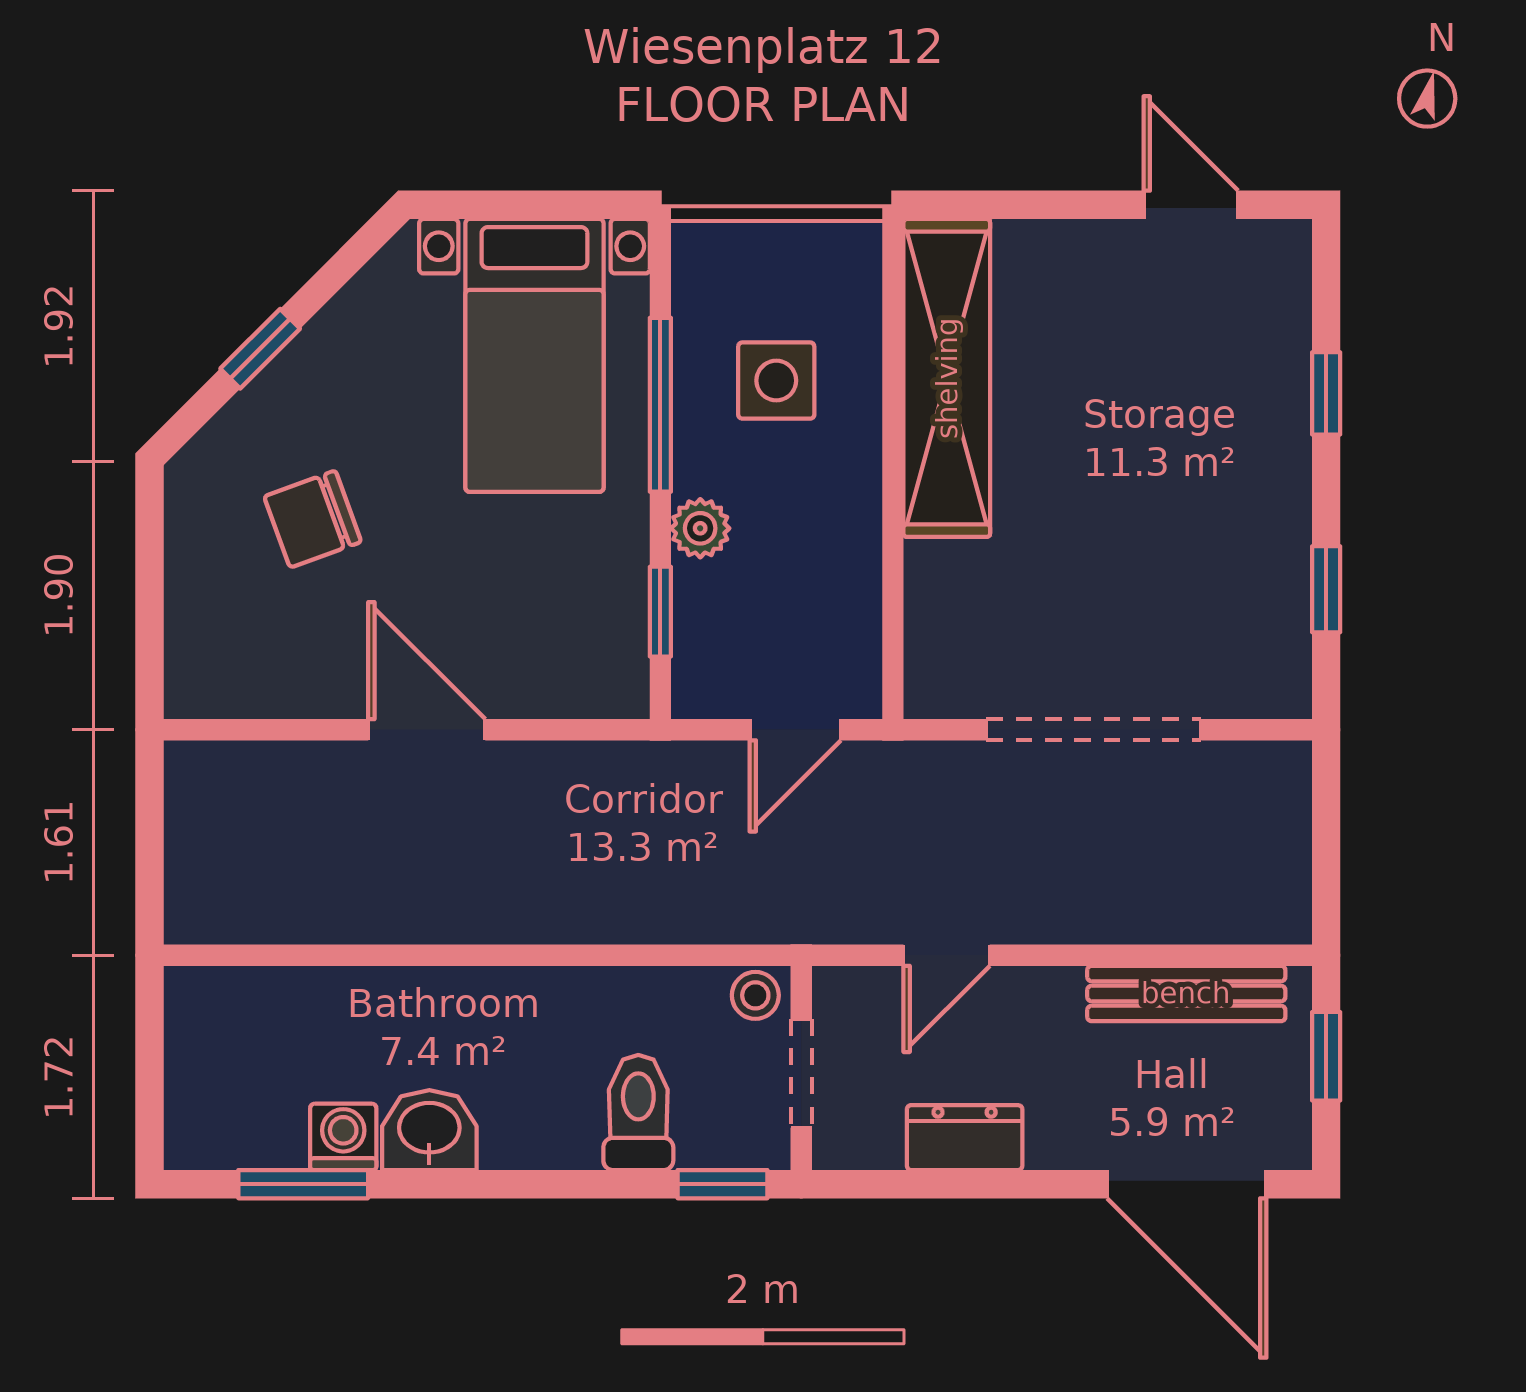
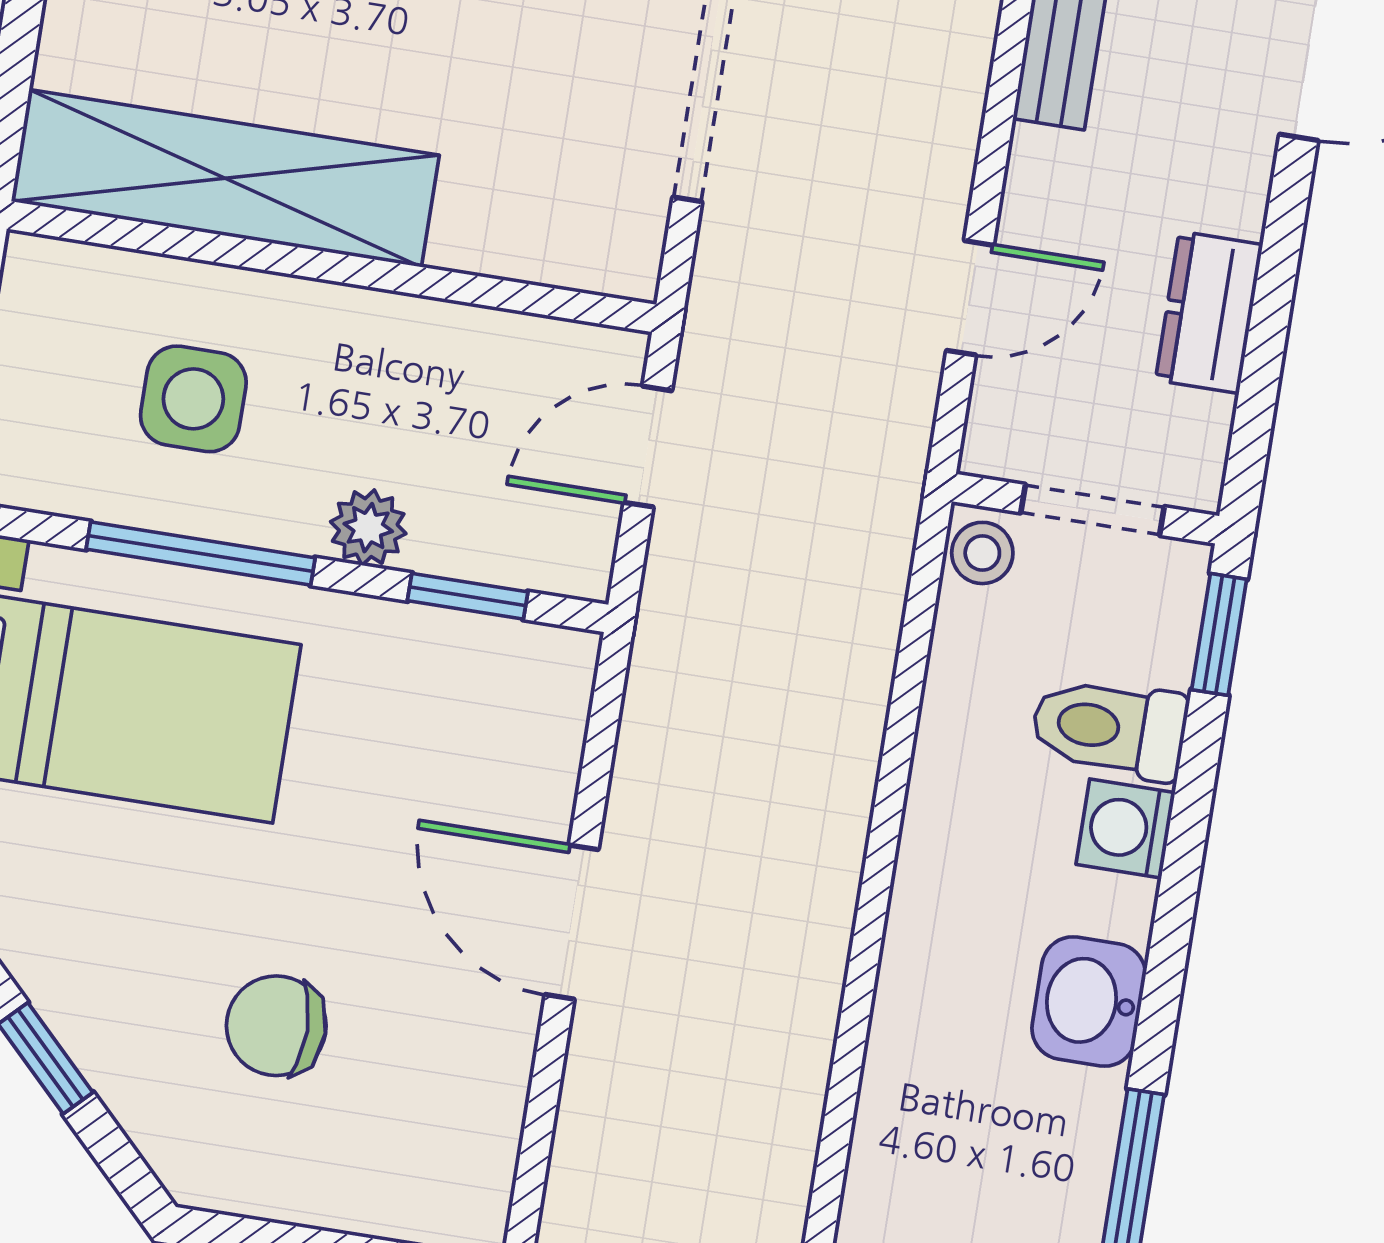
chair: (313, 519) -> (276, 1026), turned 110
door: (427, 730) -> (572, 922), hinge flipped
door: (795, 730) -> (648, 447), swing flipped
door: (947, 955) -> (970, 298), hinge flipped
washing machine: (343, 1137) -> (1126, 828), moved

